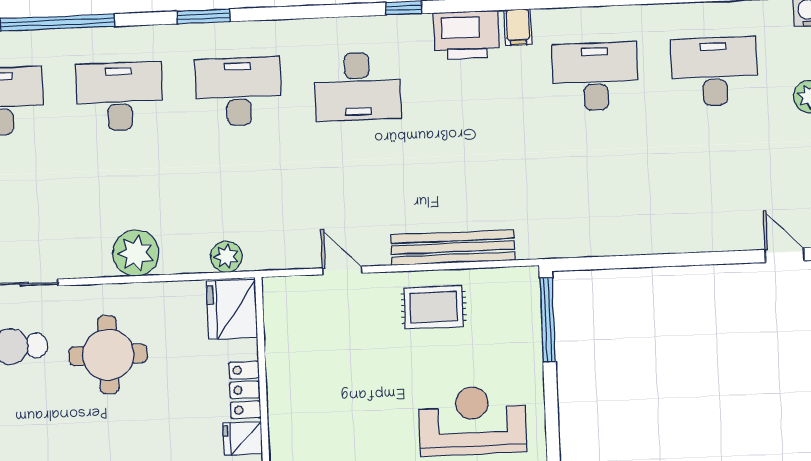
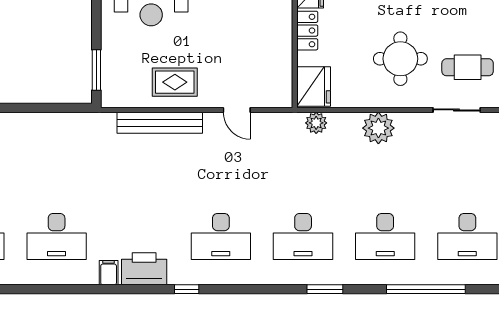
desk: (357, 86) -> (221, 236), turned 180
window: (548, 320) -> (96, 70), width x0.69

